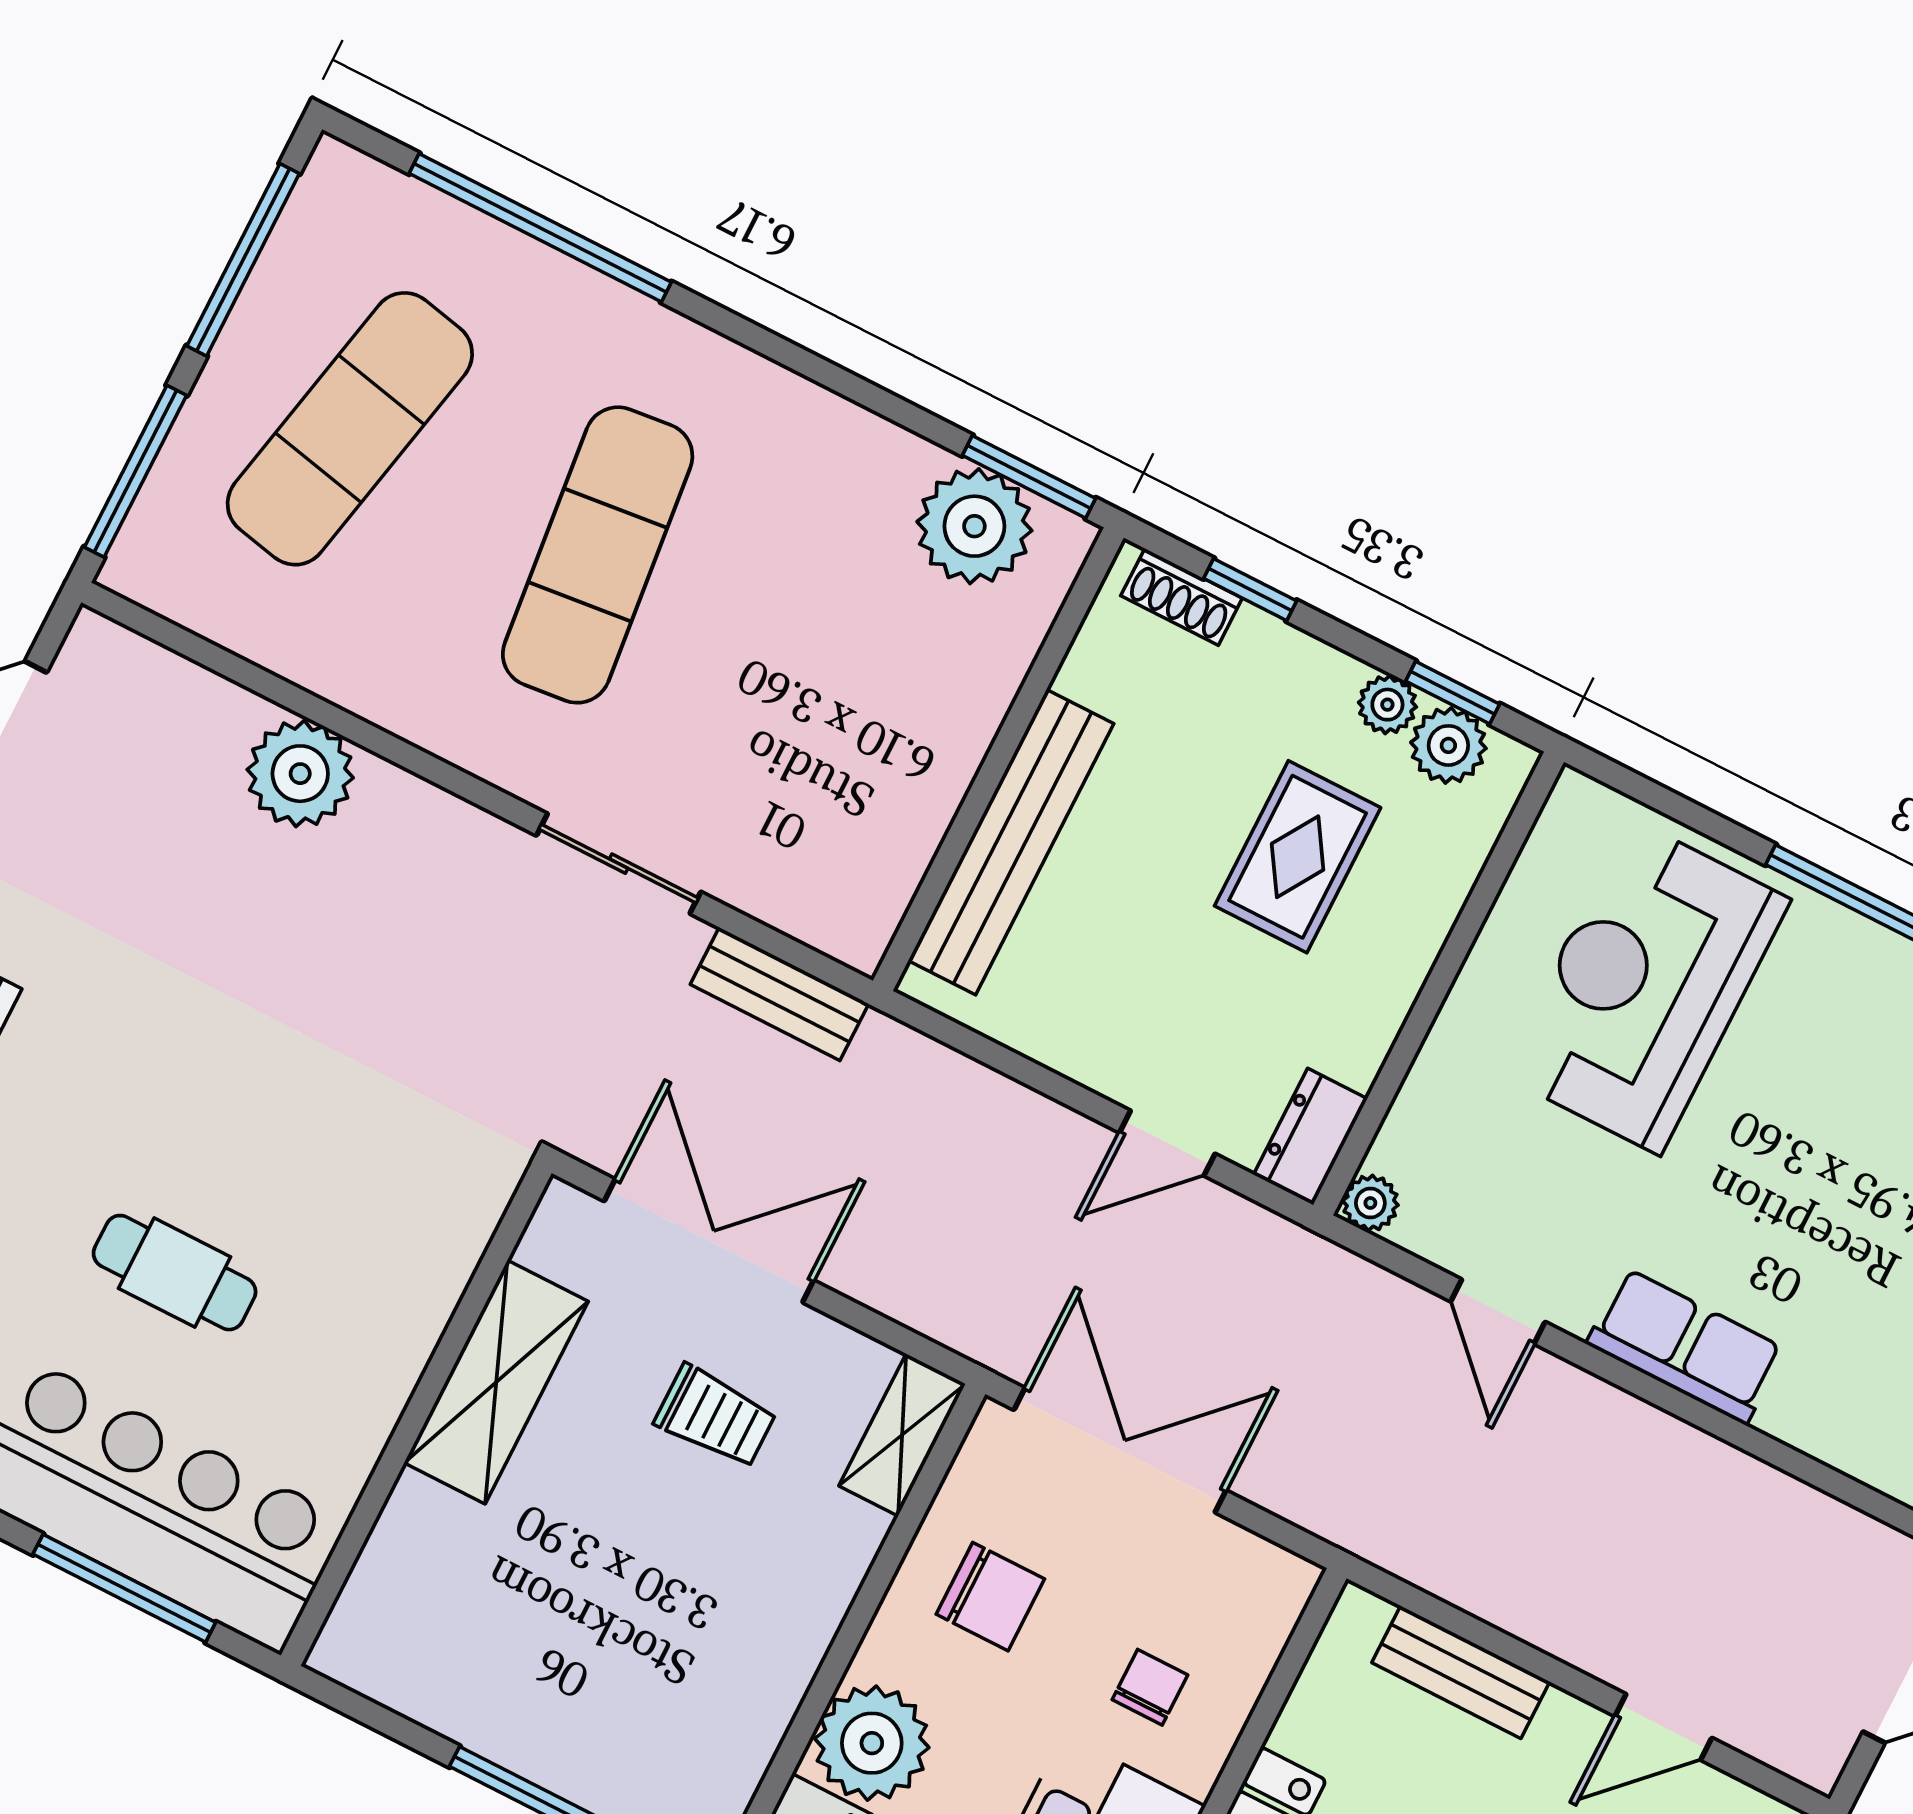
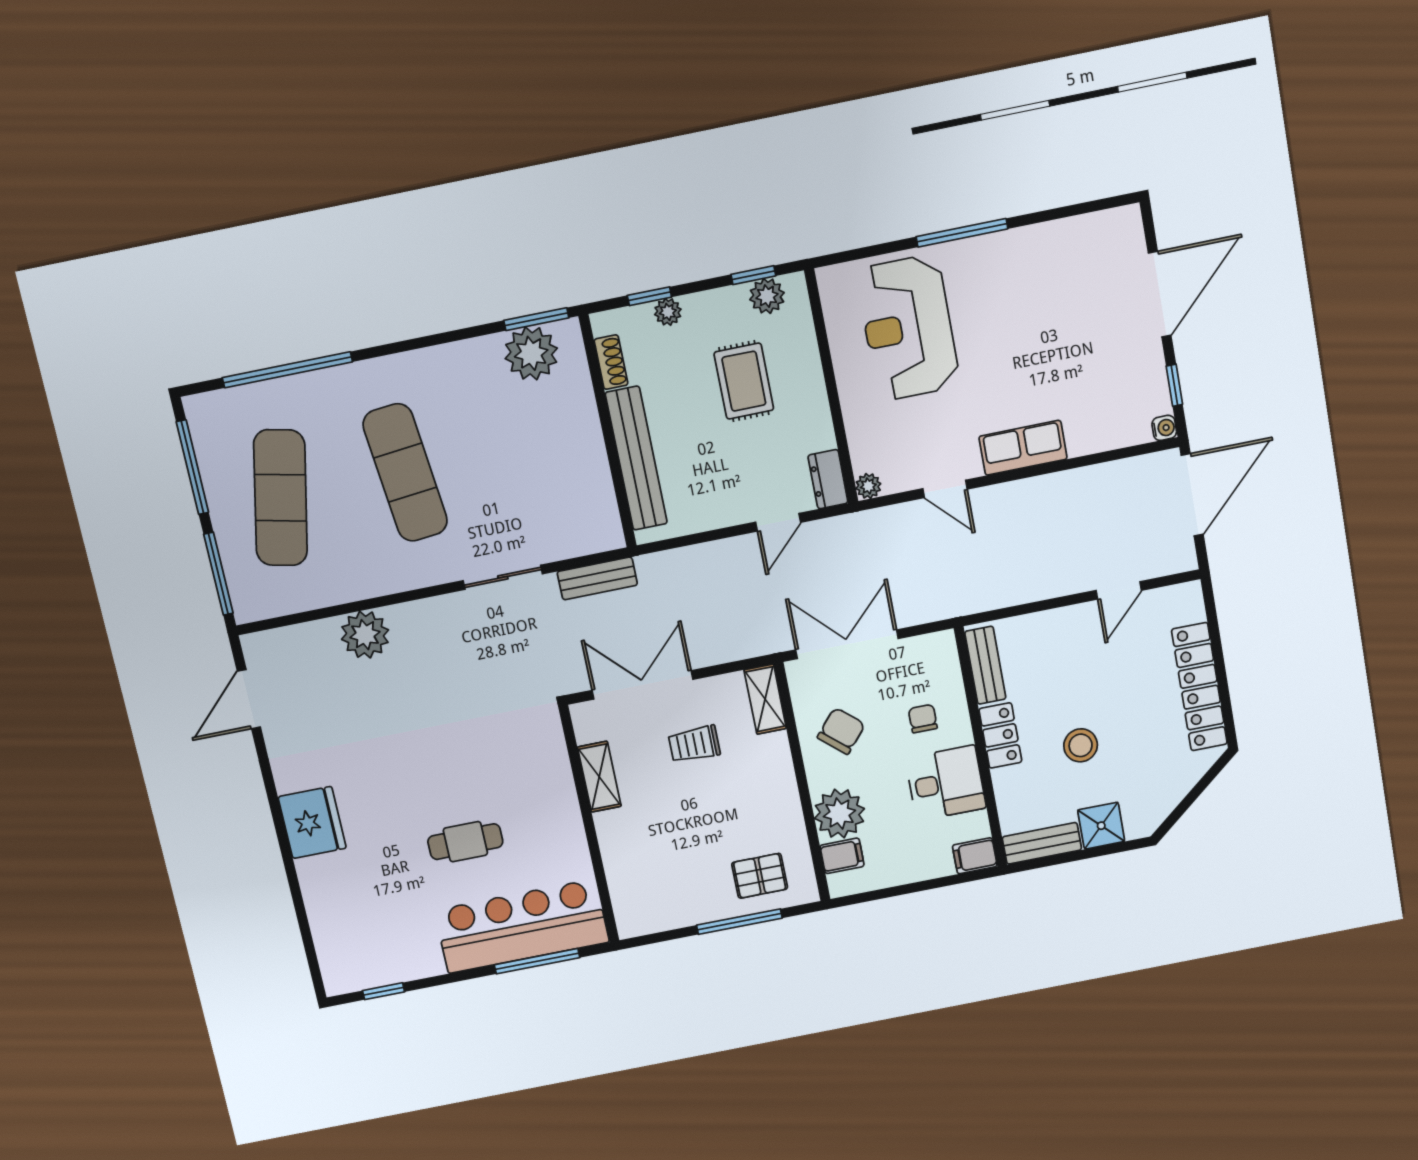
shoe rack: (1182, 597) -> (611, 362), moved, turned -90
plant: (1387, 705) -> (668, 312), moved
shelving: (496, 1382) -> (599, 777), width x0.67, depth x0.75
trolley: (715, 1417) -> (694, 744), turned 180
chair: (990, 1597) -> (841, 731), turned -49
bench: (1461, 1672) -> (985, 665), moved, turned 90
pallet: (643, 1745) -> (760, 876), added

